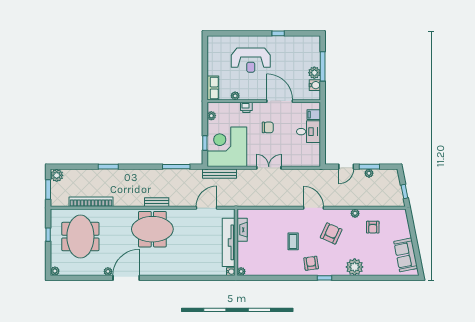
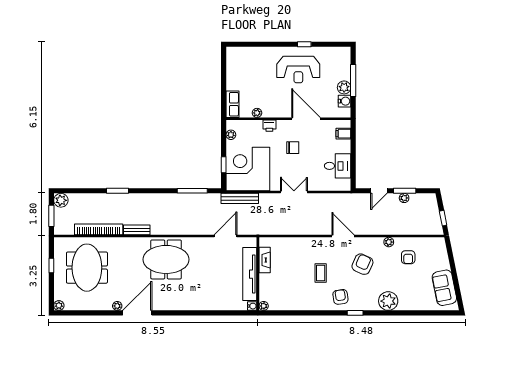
reception desk: (251, 60) -> (298, 69), moved
desk: (308, 132) -> (338, 166), moved
bench: (157, 202) -> (137, 230), moved

